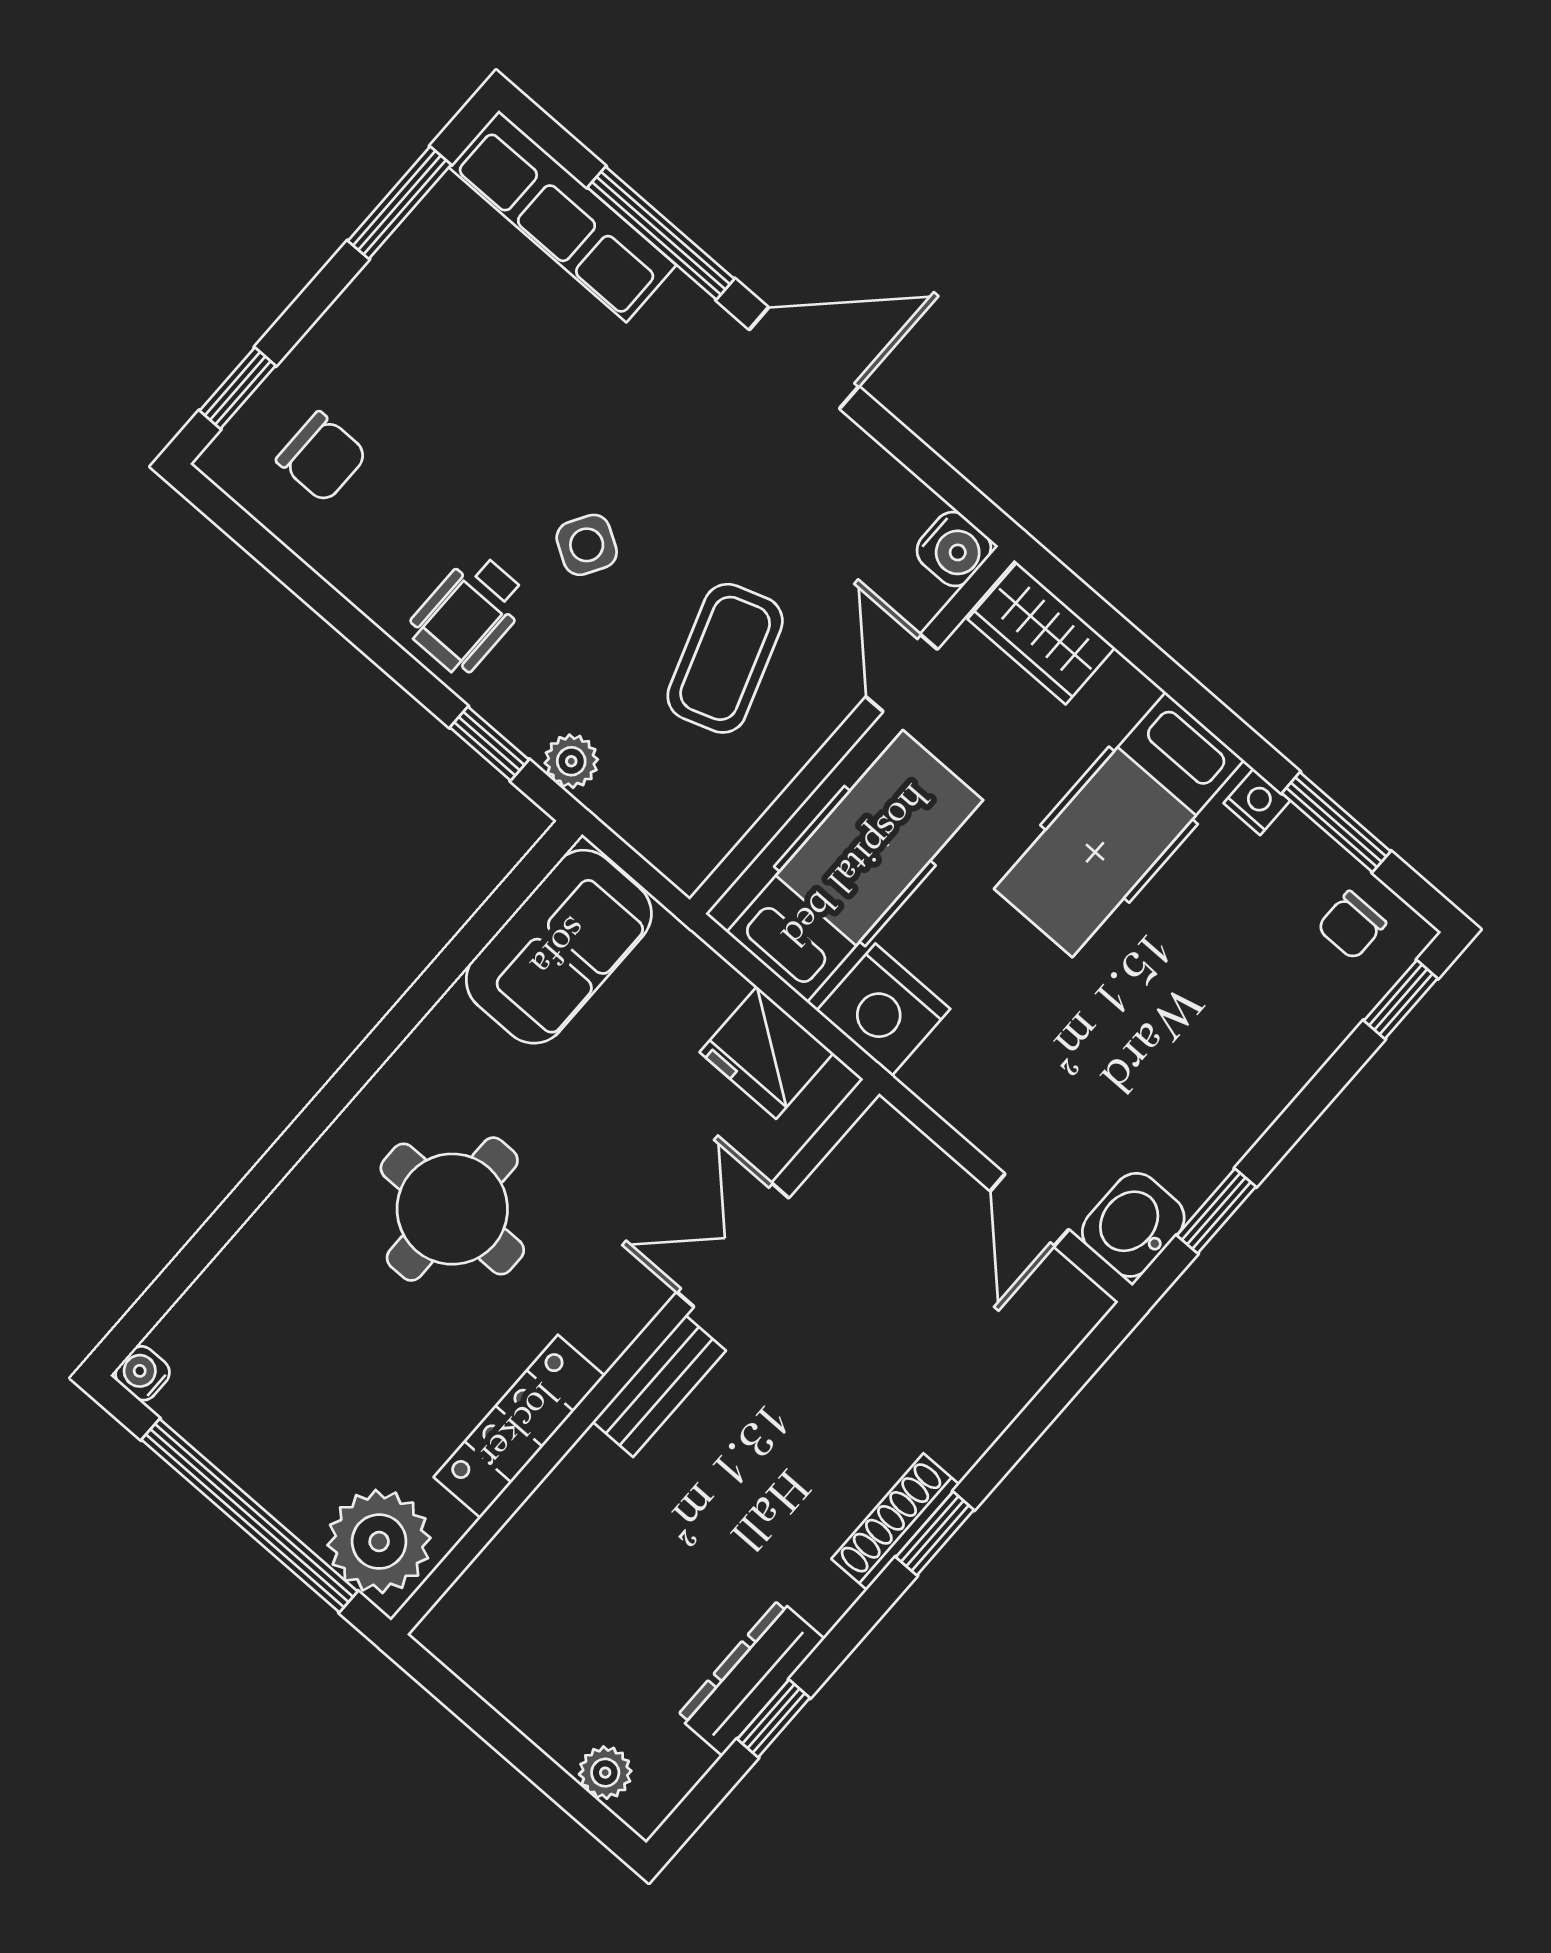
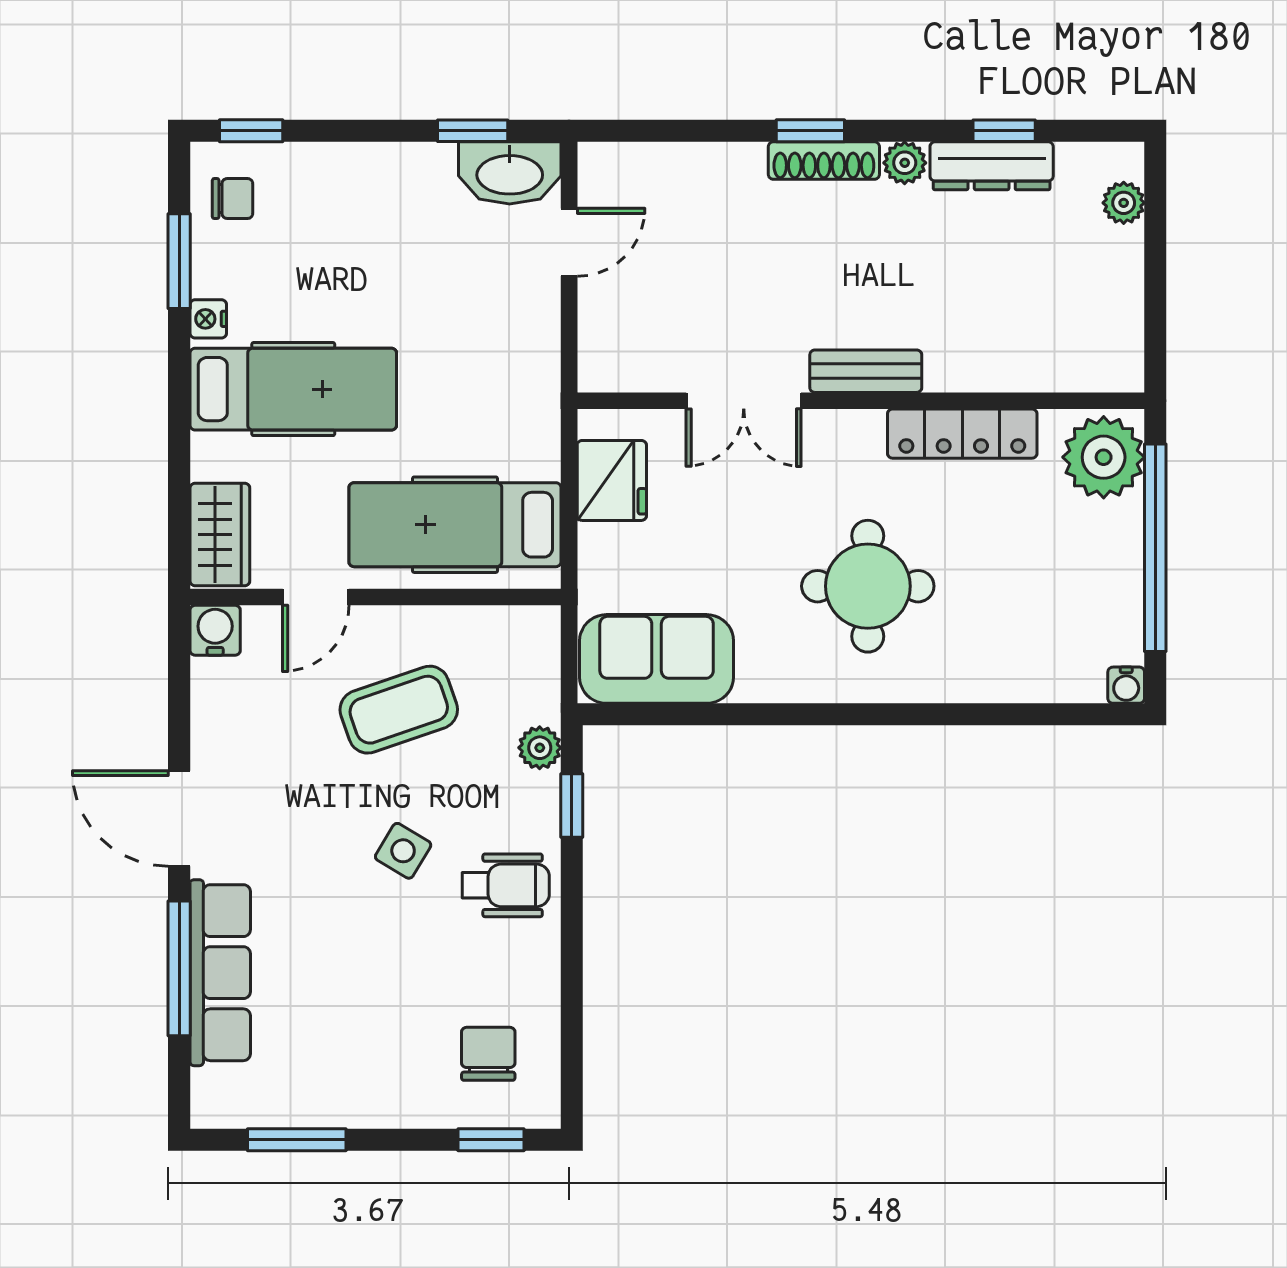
row of seats: (563, 216) -> (220, 973), moved
nightstand: (883, 1010) -> (526, 433), removed
washbasin: (1133, 1225) -> (510, 173), width x1.38
plant: (826, 1597) -> (905, 163), added

